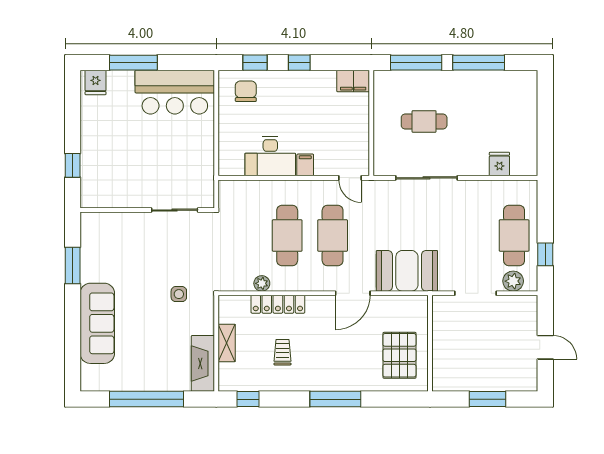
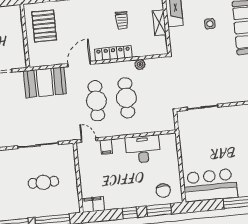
window: (255, 63) -> (159, 210), width x1.50
filing cabinet: (305, 165) -> (106, 147), moved
side table: (179, 294) -> (210, 24), moved
locker: (278, 304) -> (113, 53), moved

